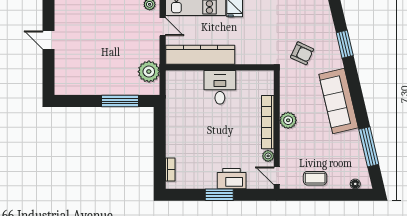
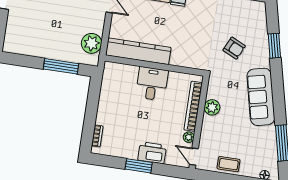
kitchen counter: (200, 55) -> (138, 51), moved
wall: (220, 67) -> (154, 66), moved
desk: (220, 87) -> (152, 84), moved

